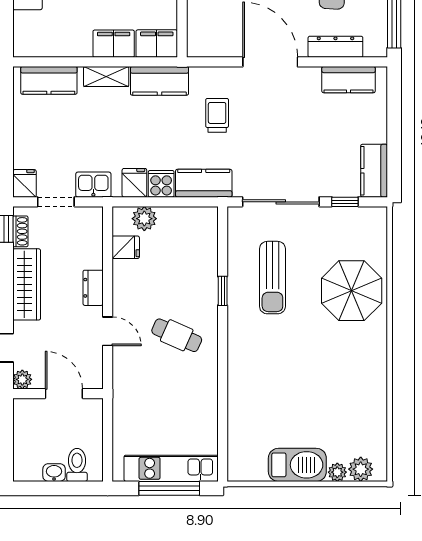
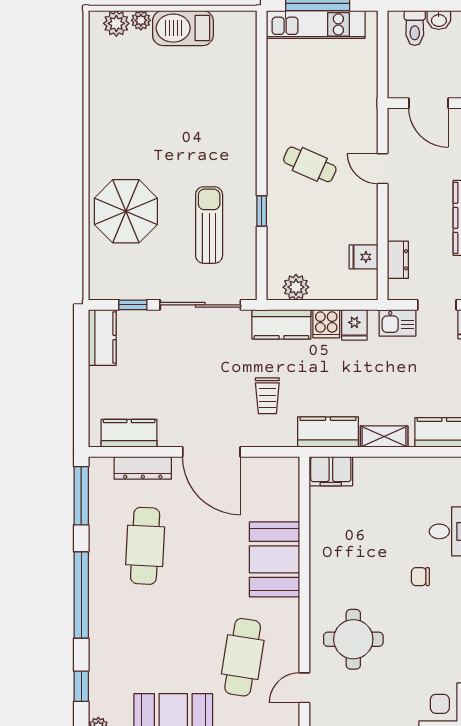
filing cabinet: (114, 44) -> (376, 471), removed
plant: (144, 219) -> (296, 287), moved
dresser: (93, 288) -> (398, 260), moved

